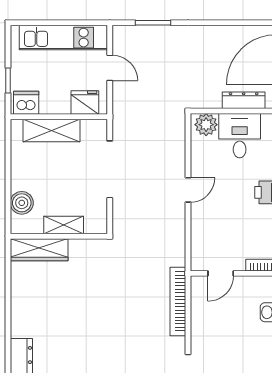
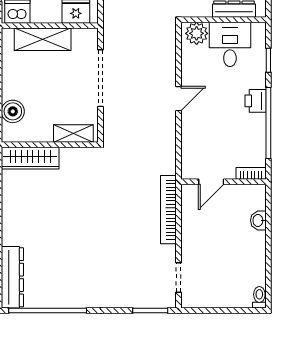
shelving: (64, 225) -> (73, 133), moved

